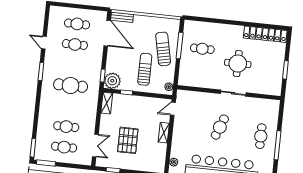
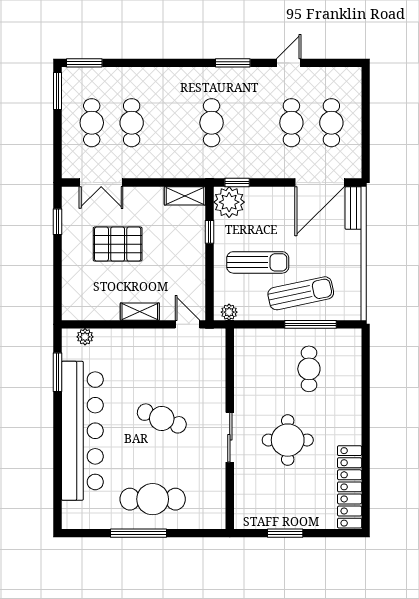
cafe table: (71, 86) -> (212, 123), width x0.73, depth x0.74
cafe table: (261, 136) -> (153, 499), width x1.37, depth x1.35

